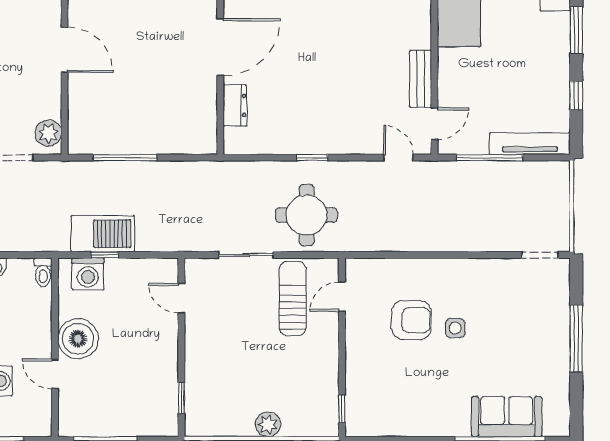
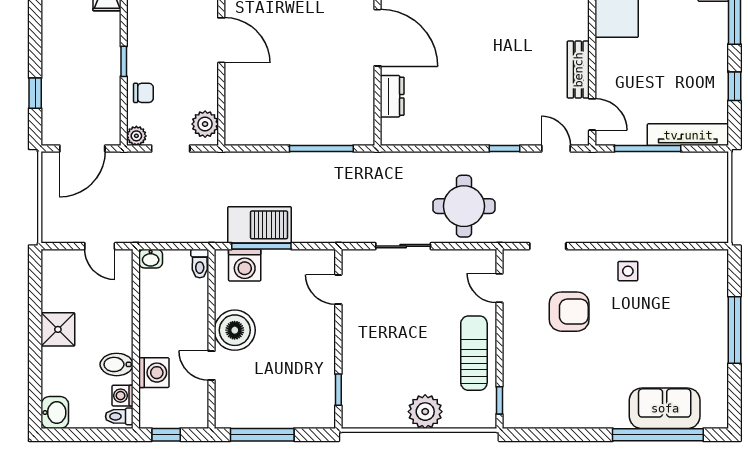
door: (220, 47) -> (377, 38), hinge flipped
door: (434, 124) -> (592, 114), hinge flipped
window: (125, 158) -> (321, 148), moved
window: (312, 158) -> (505, 148), moved
window: (105, 255) -> (261, 246), width x2.17
doorway: (540, 255) -> (548, 246), moved
door: (342, 297) -> (499, 288), hinge flipped
sun lounger: (293, 299) -> (474, 353), moved
side table: (455, 328) -> (628, 271), moved
plant: (268, 424) -> (425, 412), width x1.36, depth x1.36

